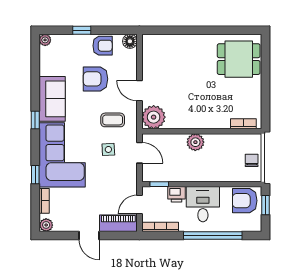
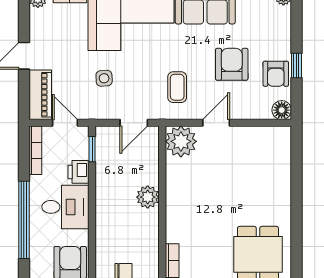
window: (82, 30) -> (296, 65), moved
side table: (108, 149) -> (104, 78), moved

